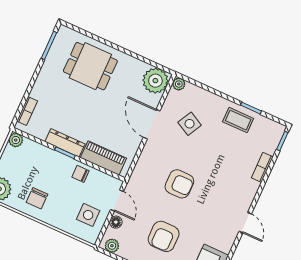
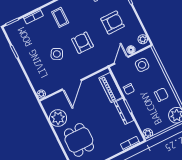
plant: (155, 81) -> (58, 118), moved
coffee table: (238, 120) -> (60, 17), moved
side table: (190, 124) -> (57, 54), moved

